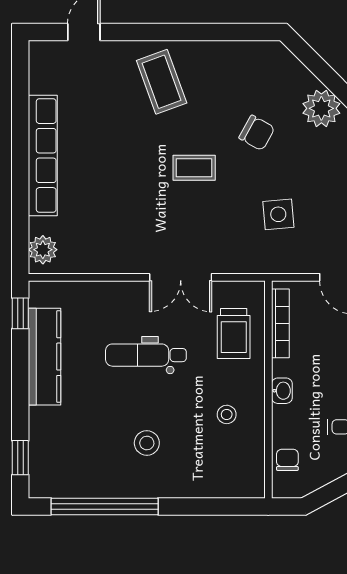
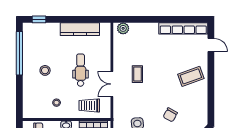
row of seats: (43, 156) -> (183, 28), moved
coffee table: (194, 168) -> (137, 74), moved
window: (20, 313) -> (97, 19), removed

